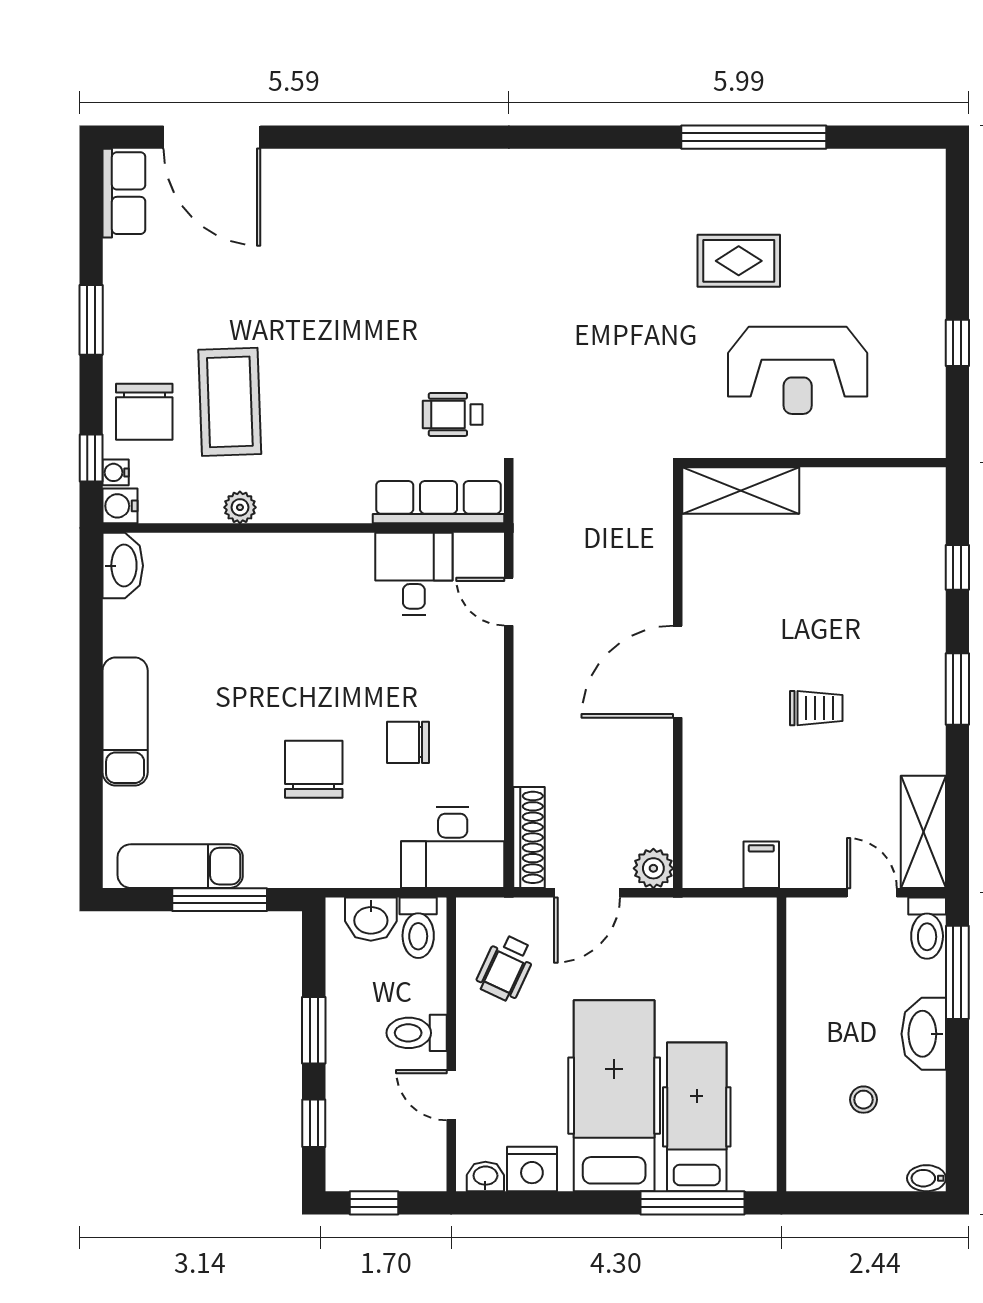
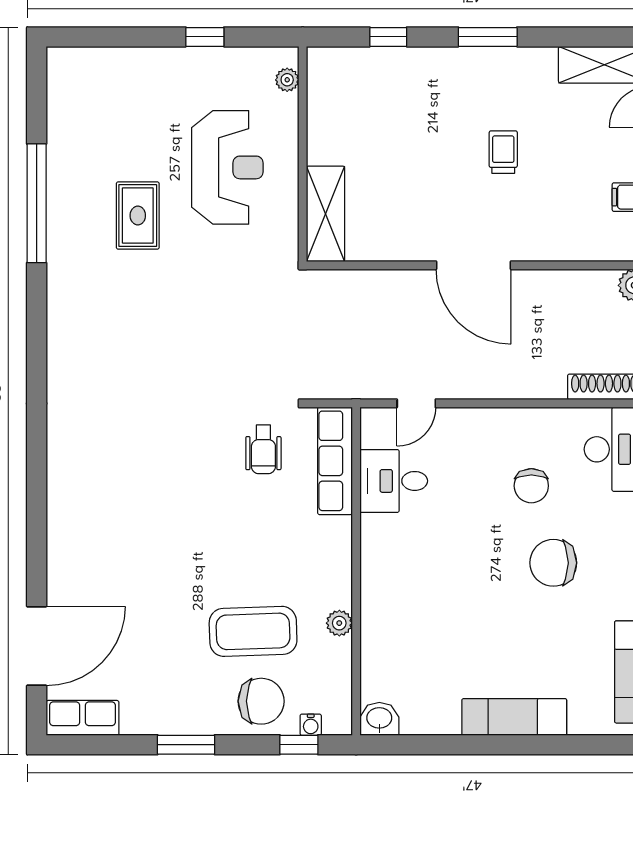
plant: (905, 444) -> (287, 80), added
water cooler: (120, 506) -> (338, 721), removed
washbasin: (123, 566) -> (379, 719), width x0.72

